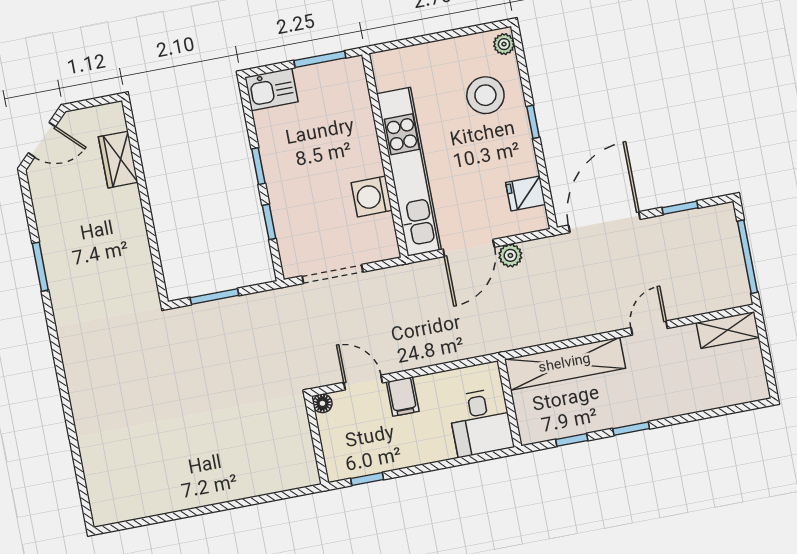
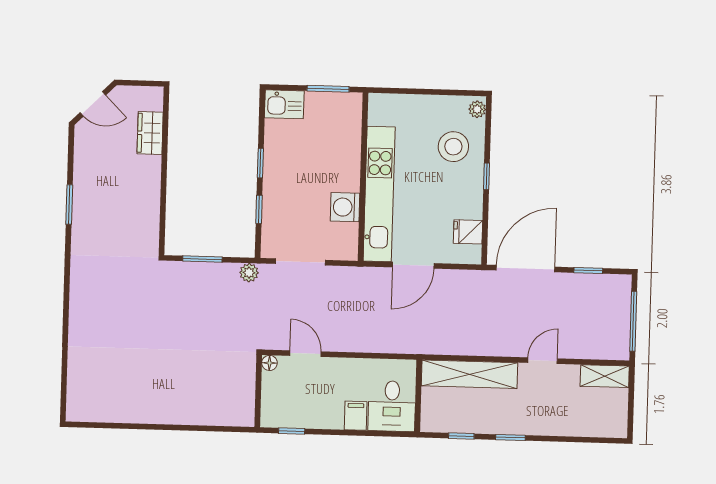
plant: (510, 255) -> (249, 273), moved
filing cabinet: (403, 397) -> (356, 416), moved, turned 180

